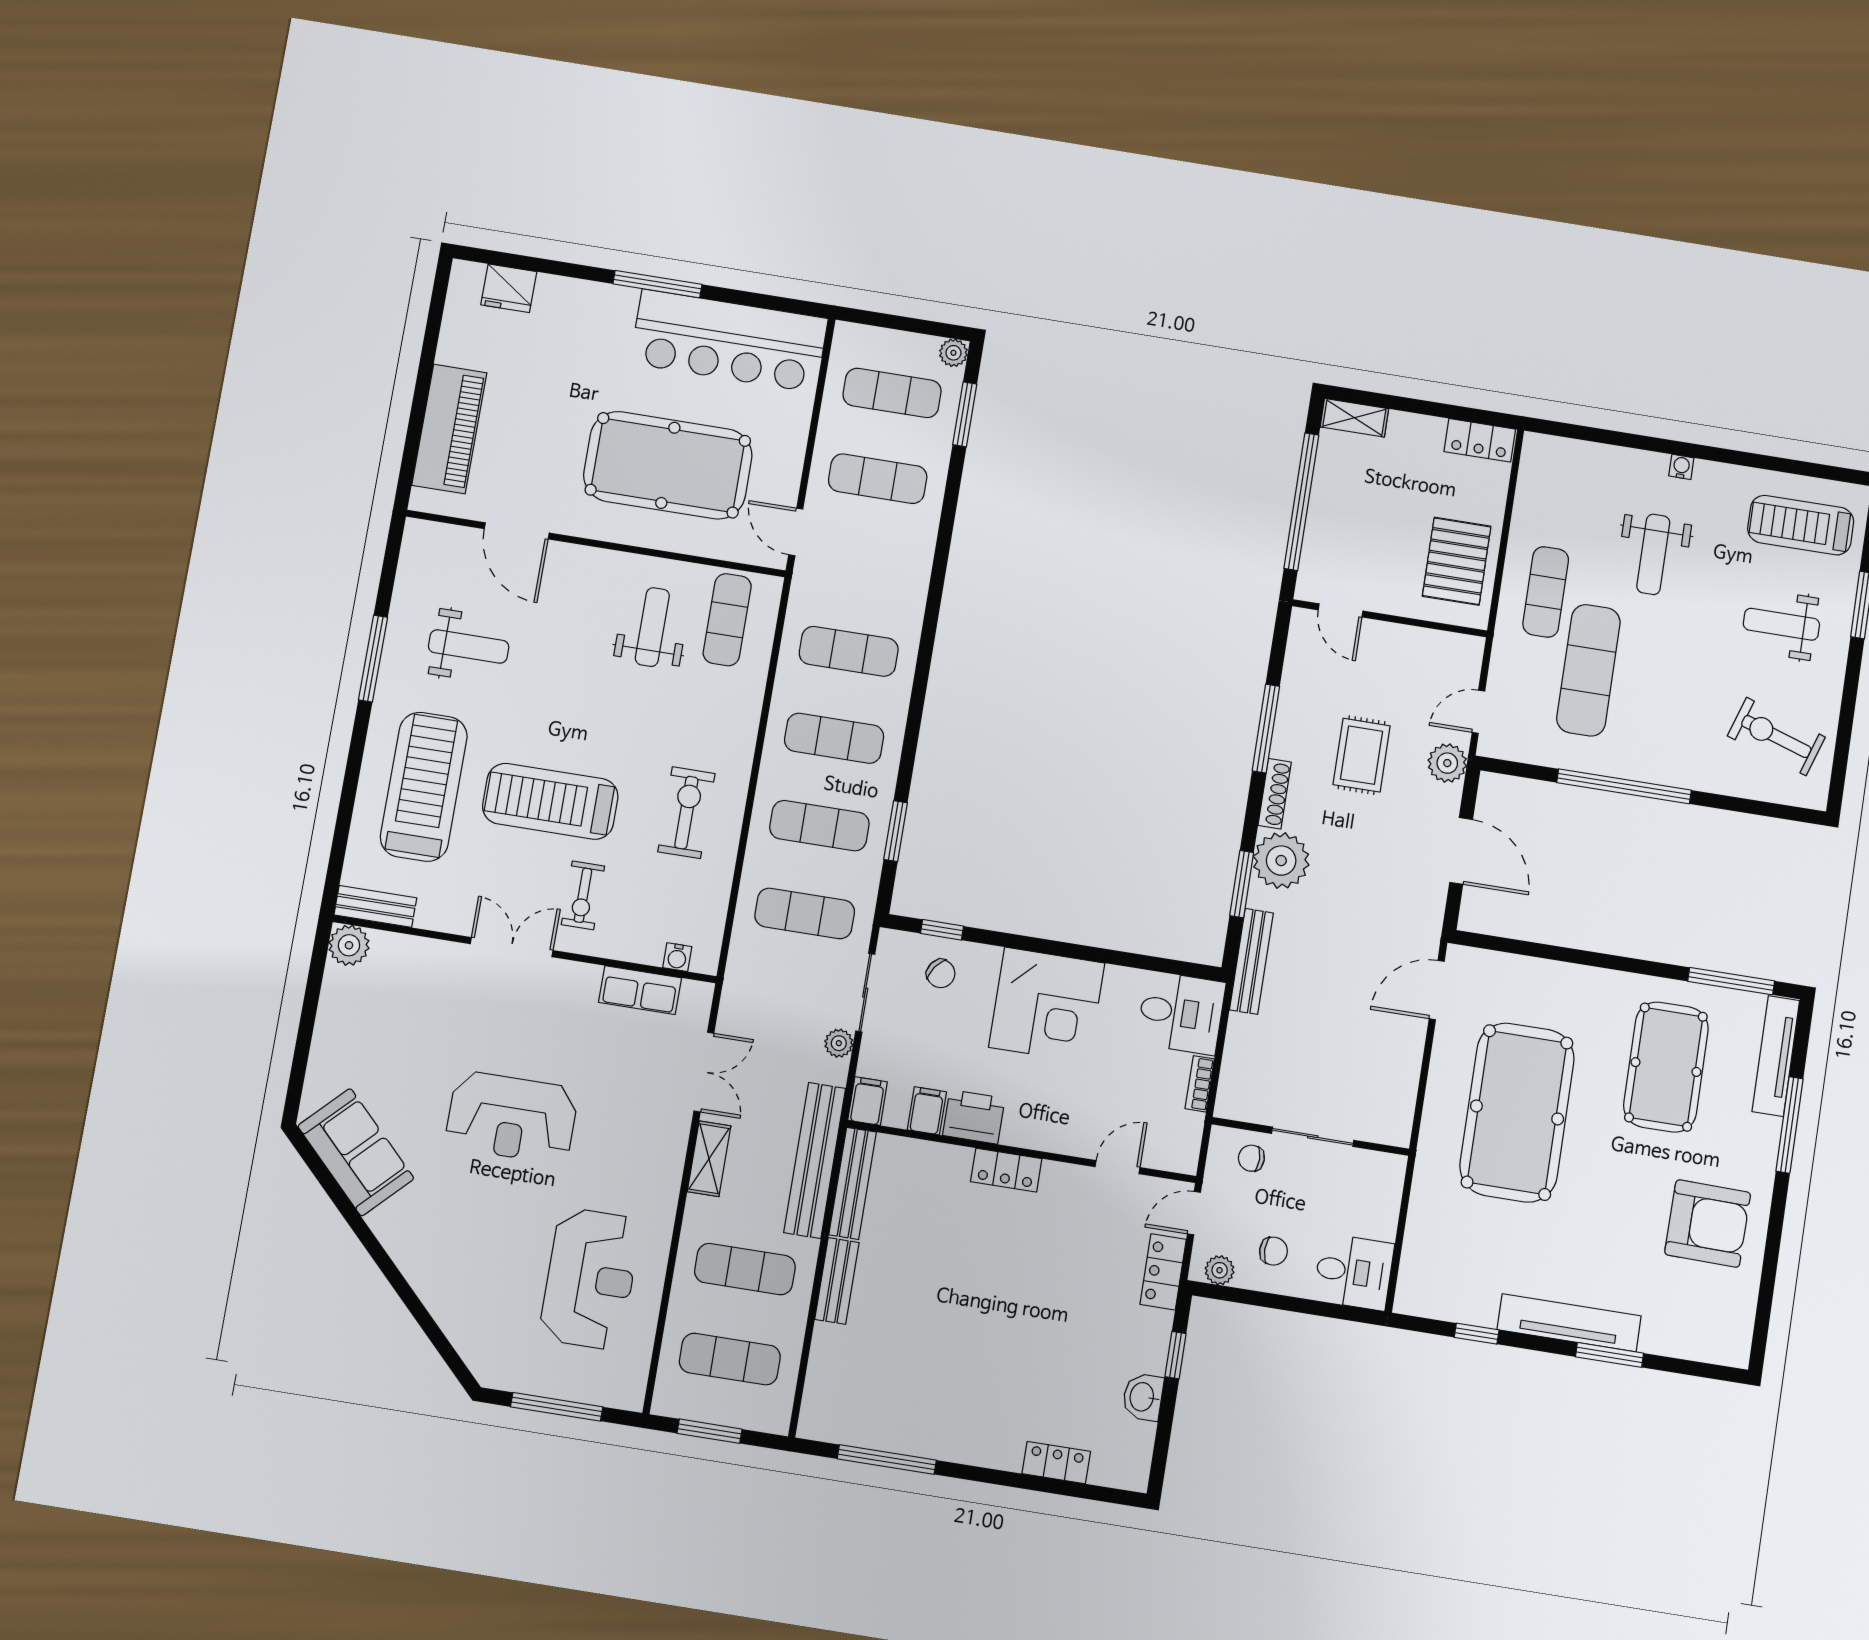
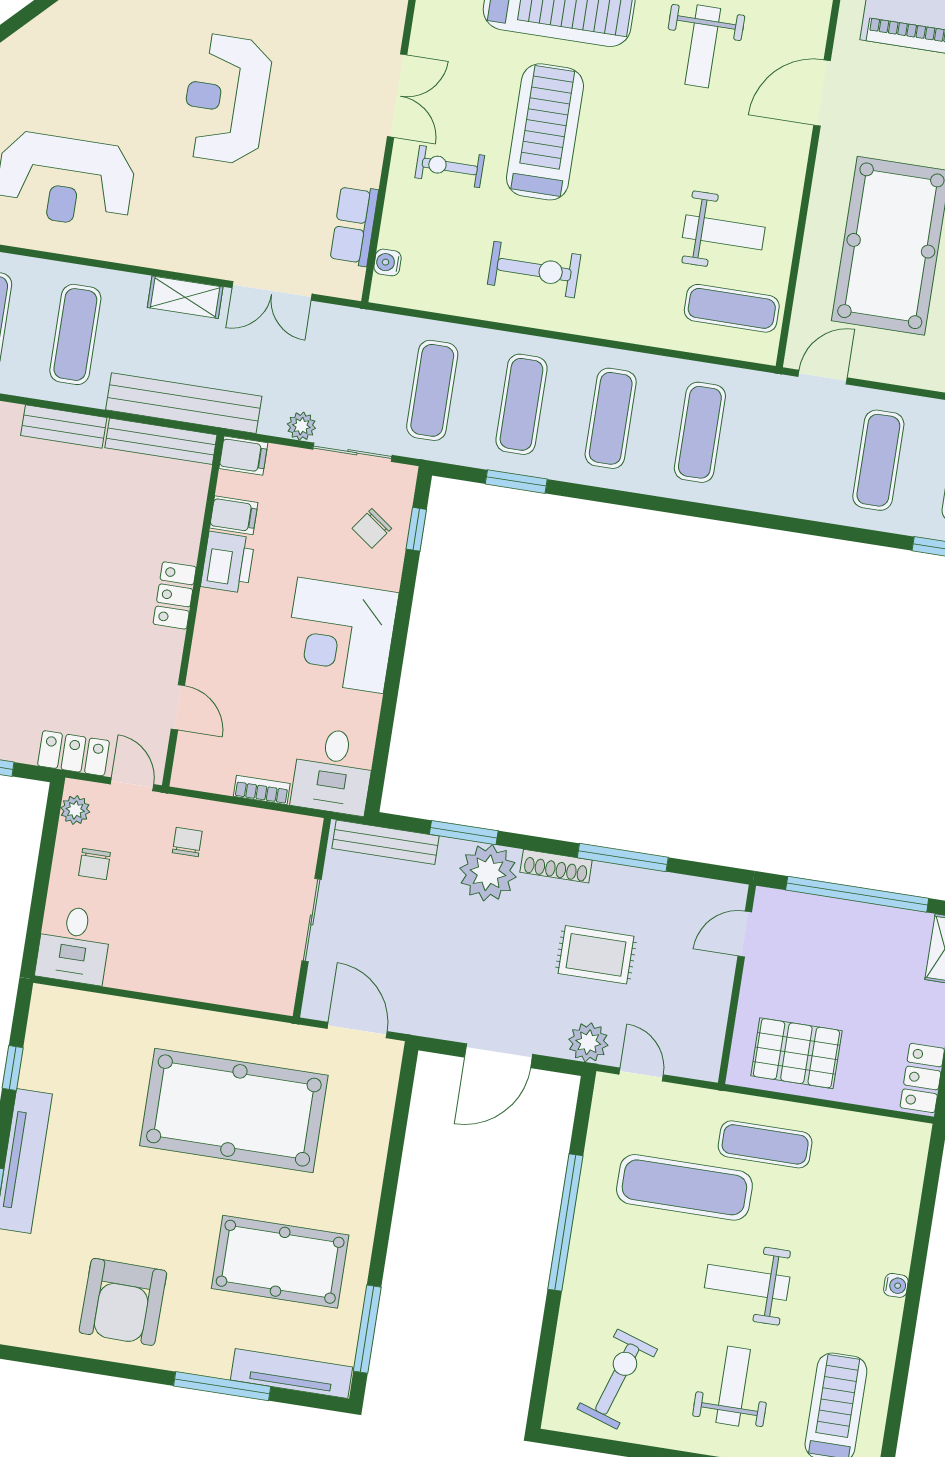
weight bench: (1653, 554) -> (747, 1282), moved
wall: (1310, 1136) -> (312, 918), moved
sliding door: (1313, 1137) -> (312, 920), moved

